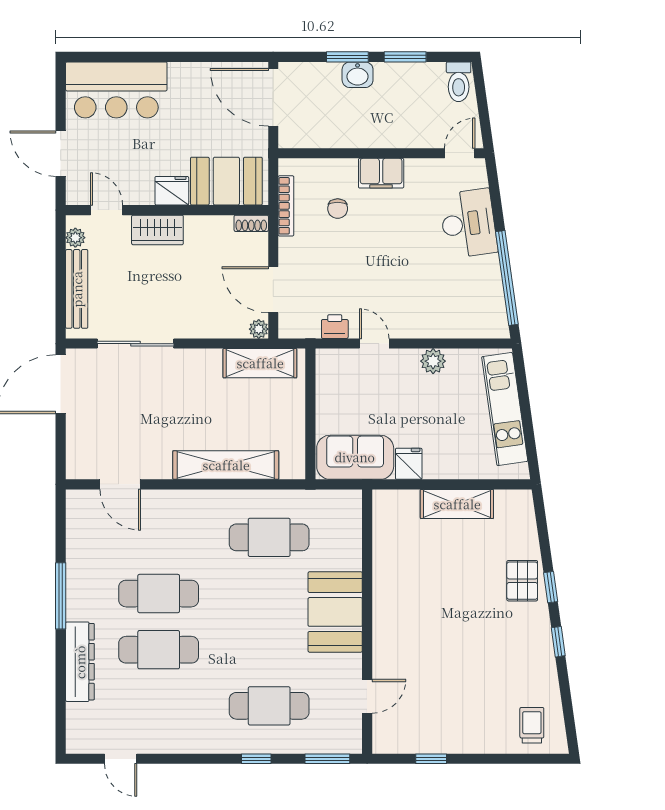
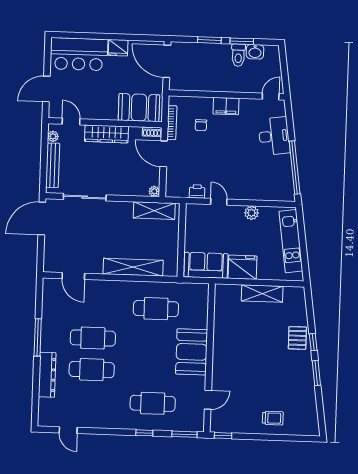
washbasin: (358, 75) -> (255, 52), moved
toilet: (459, 82) -> (238, 55), moved
door: (61, 154) -> (46, 89), hinge flipped
fridge: (172, 191) -> (118, 48), moved, turned 180
wardrobe: (157, 230) -> (106, 134), width x1.50
door: (273, 290) -> (164, 154), moved
fridge: (409, 464) -> (243, 267), width x1.88, depth x1.34
window: (558, 642) -> (316, 373), width x1.50
trolley: (532, 725) -> (273, 418), moved, turned 90
window: (431, 759) -> (223, 436), moved

